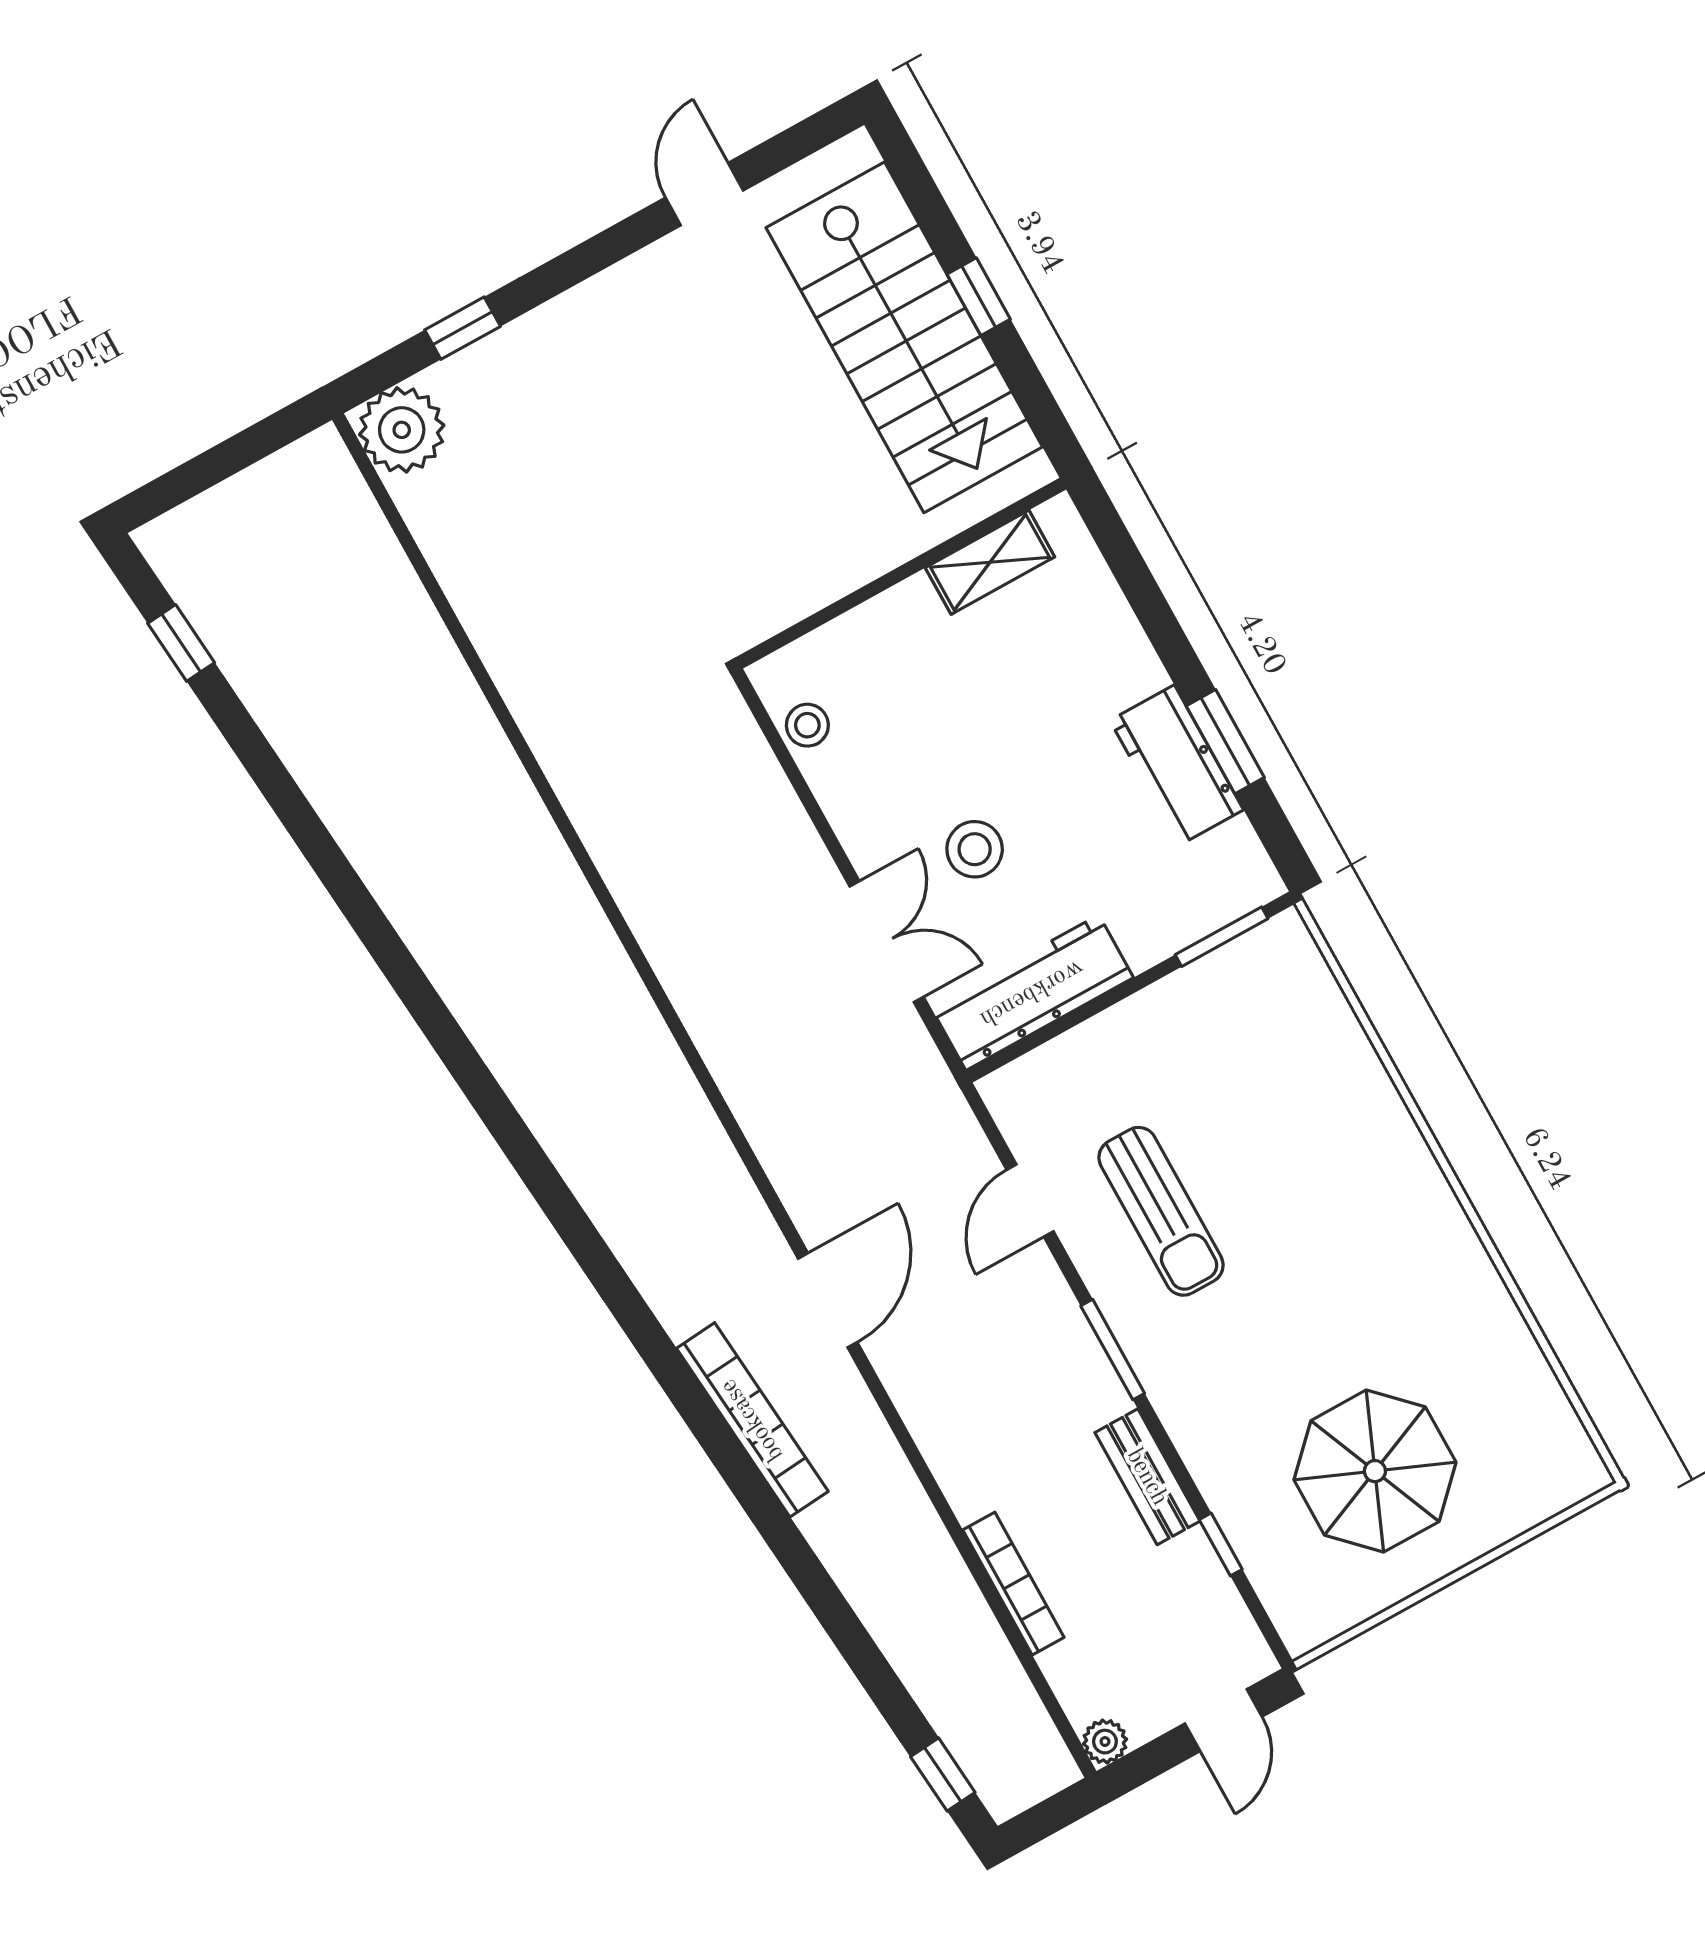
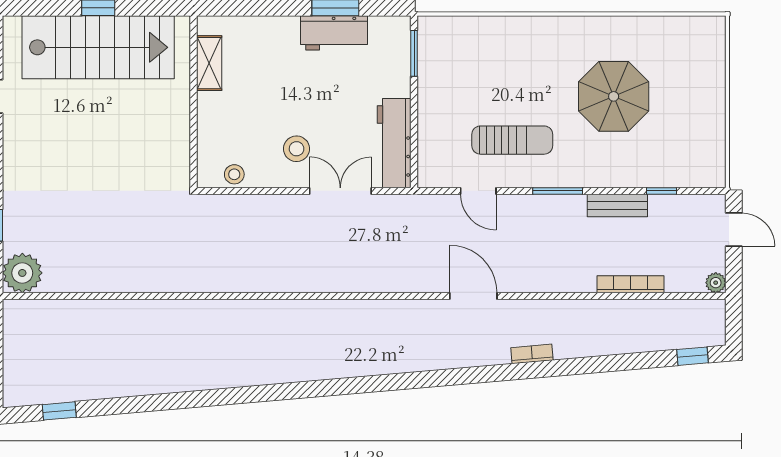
stool: (975, 849) -> (297, 149), moved
bookcase: (752, 1420) -> (532, 354), width x0.43, depth x0.76
parasol: (1375, 1471) -> (614, 96), moved

